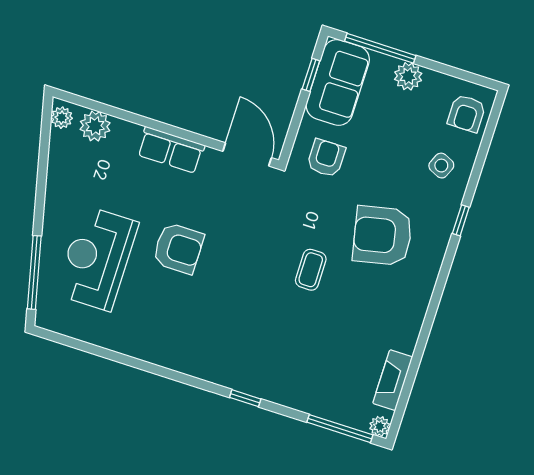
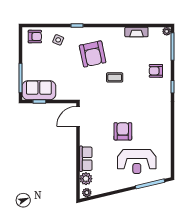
plant: (408, 76) -> (28, 64), removed
row of seats: (171, 150) -> (86, 159), moved
armchair: (326, 158) -> (156, 71), moved
fireplace: (393, 380) -> (136, 32), moved

